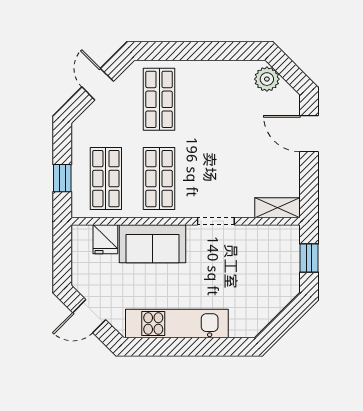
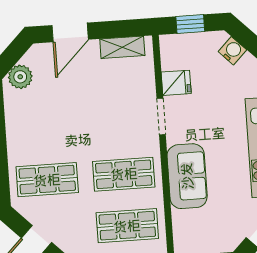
shelving: (278, 208) -> (122, 47), moved, turned 90
fridge: (105, 239) -> (176, 83), moved
water cooler: (278, 299) -> (232, 51), added

